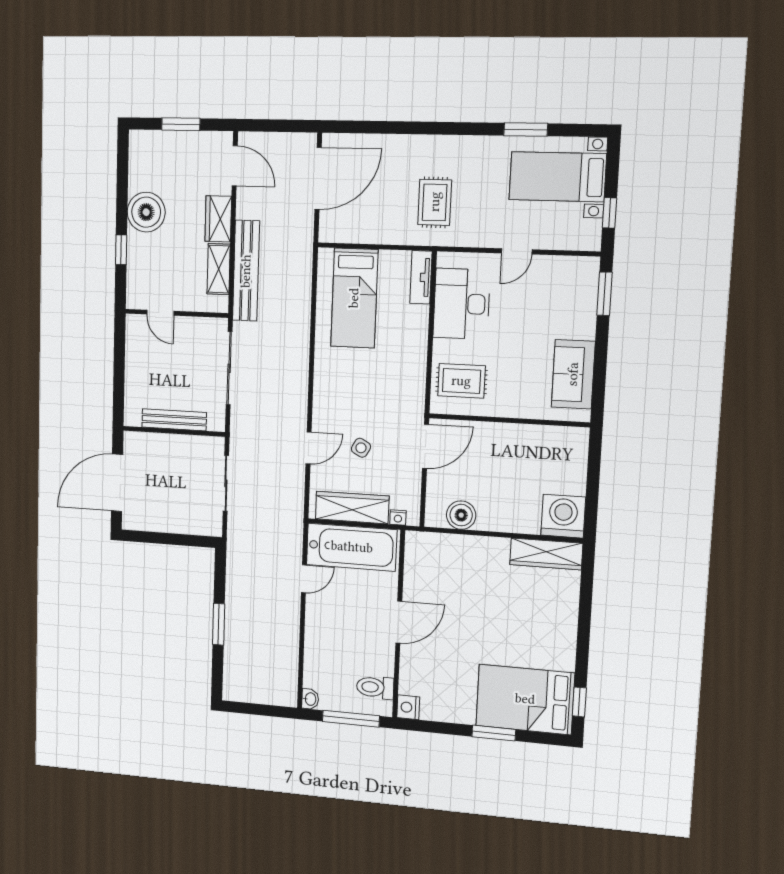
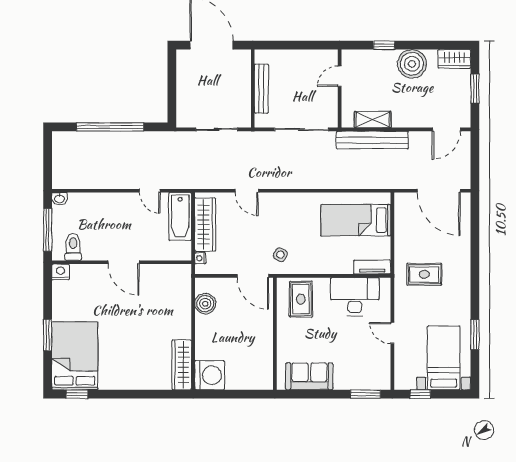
wardrobe: (218, 219) -> (454, 59), moved, turned 180
side table: (361, 448) -> (280, 255), moved
bathtub: (352, 547) -> (180, 216), width x0.73, depth x0.73
window: (219, 624) -> (110, 127), width x2.11

